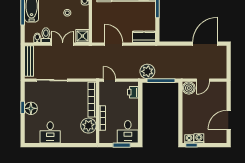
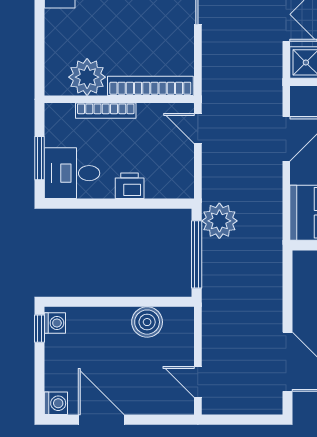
door: (109, 80) -> (198, 129), swing flipped
door: (203, 80) -> (198, 382), moved
boiler: (189, 88) -> (147, 322), moved
printer: (133, 92) -> (130, 186), moved
washing machine: (199, 138) -> (56, 403), moved

